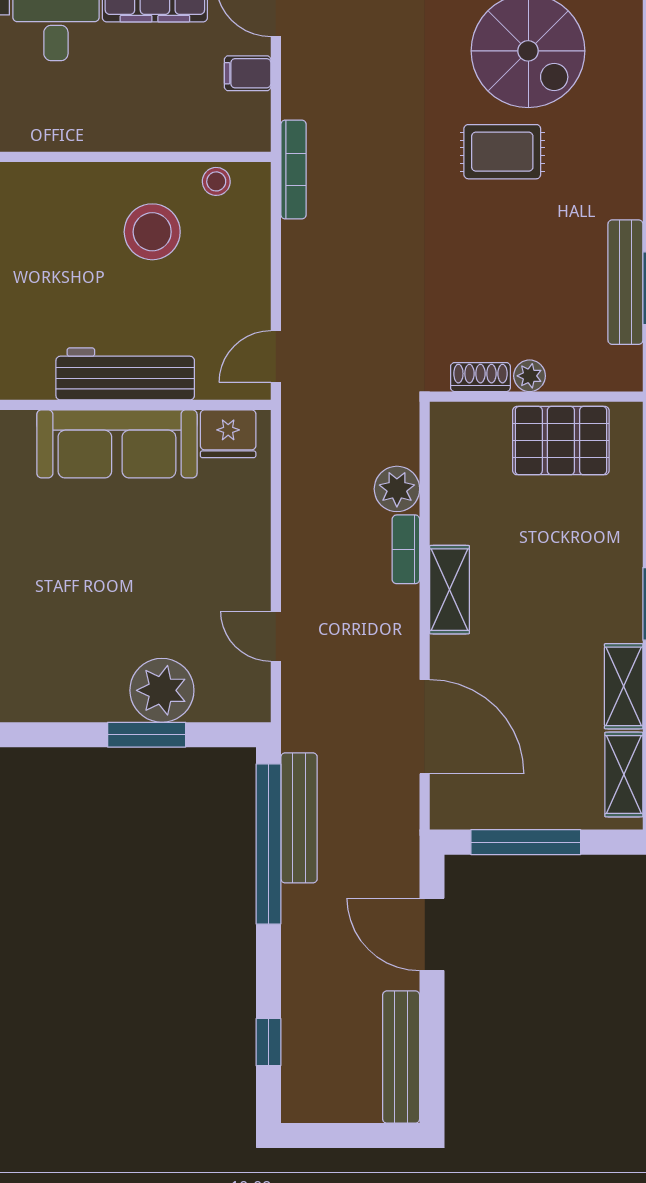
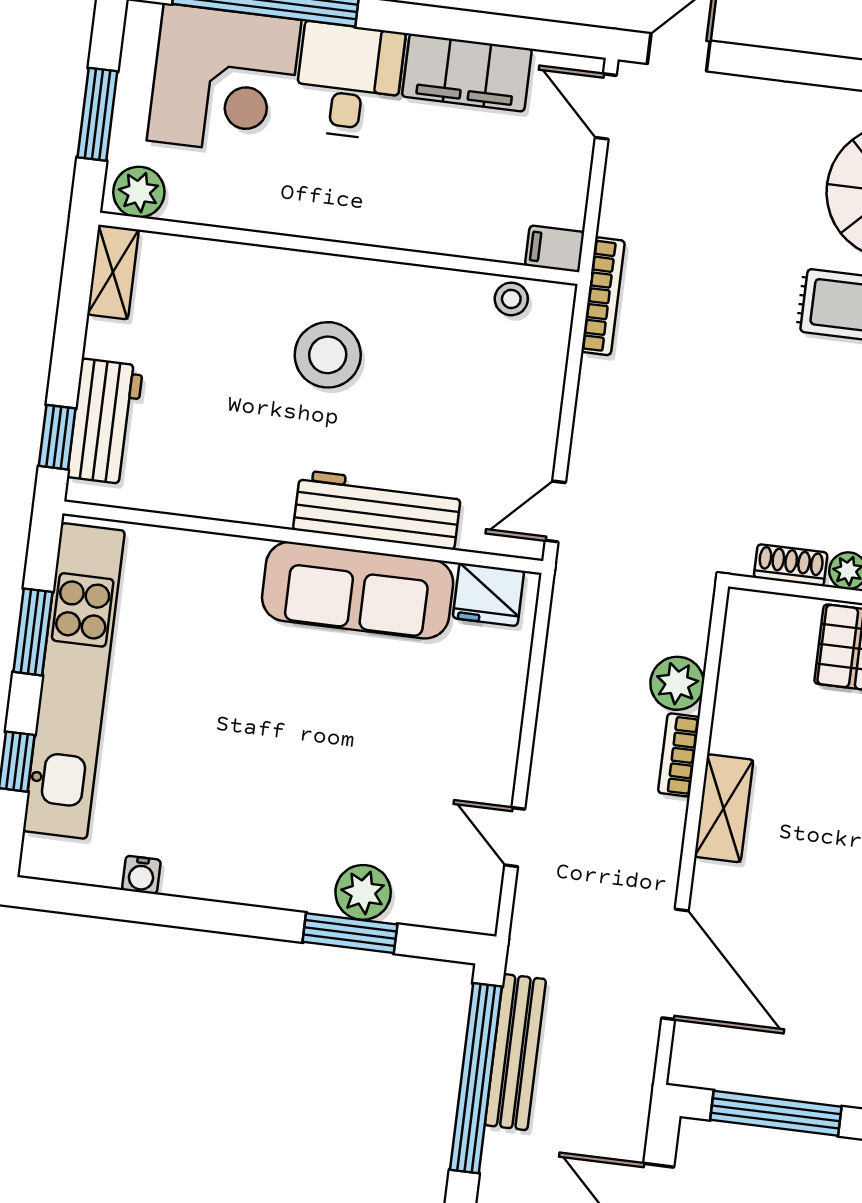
filing cabinet: (248, 73) -> (555, 249), moved
stool: (152, 232) -> (328, 355), moved
plant: (162, 690) -> (363, 892), width x0.73, depth x0.73

